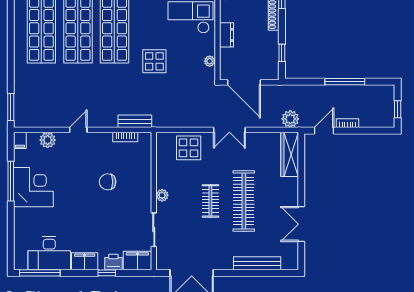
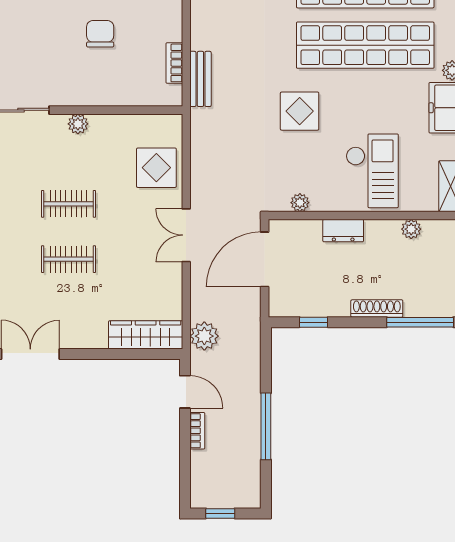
clothes rail: (244, 201) -> (69, 259), width x0.54, depth x0.76

